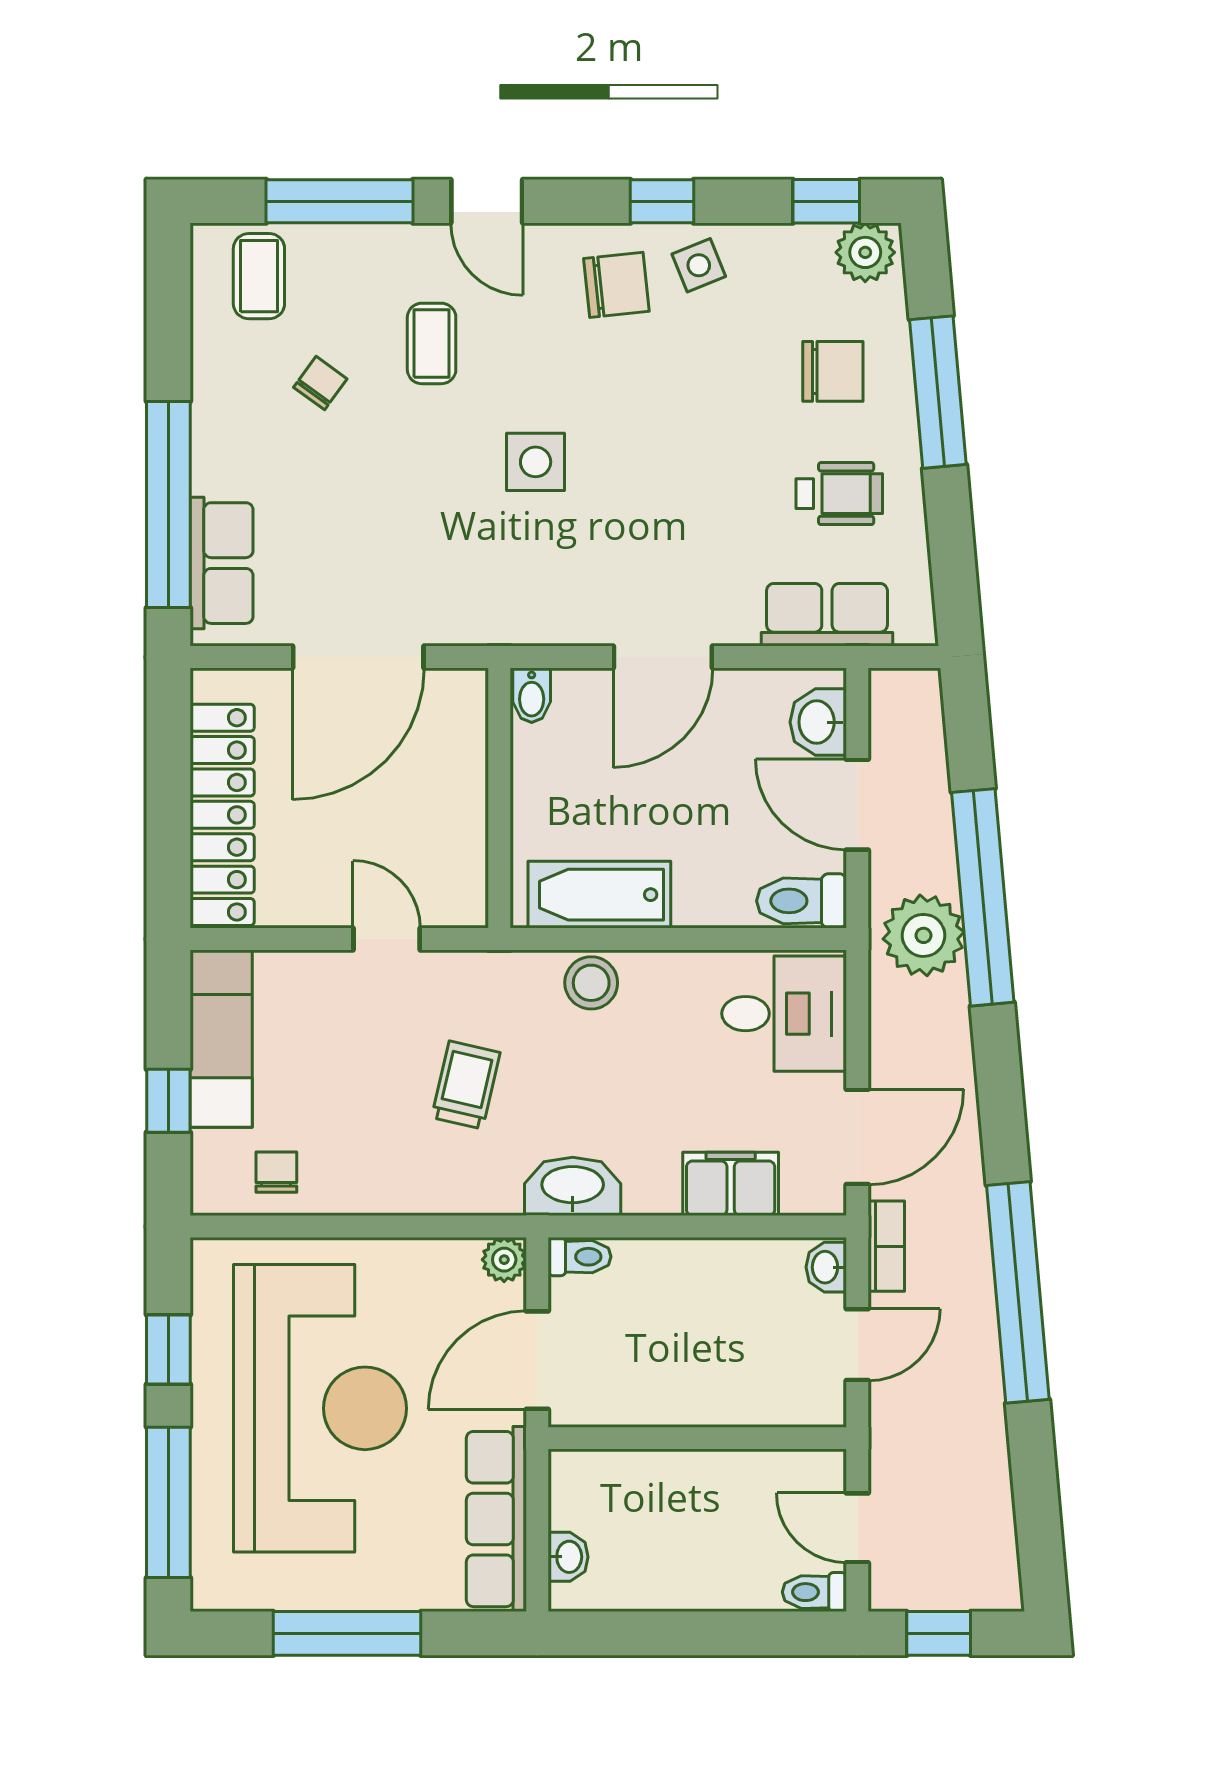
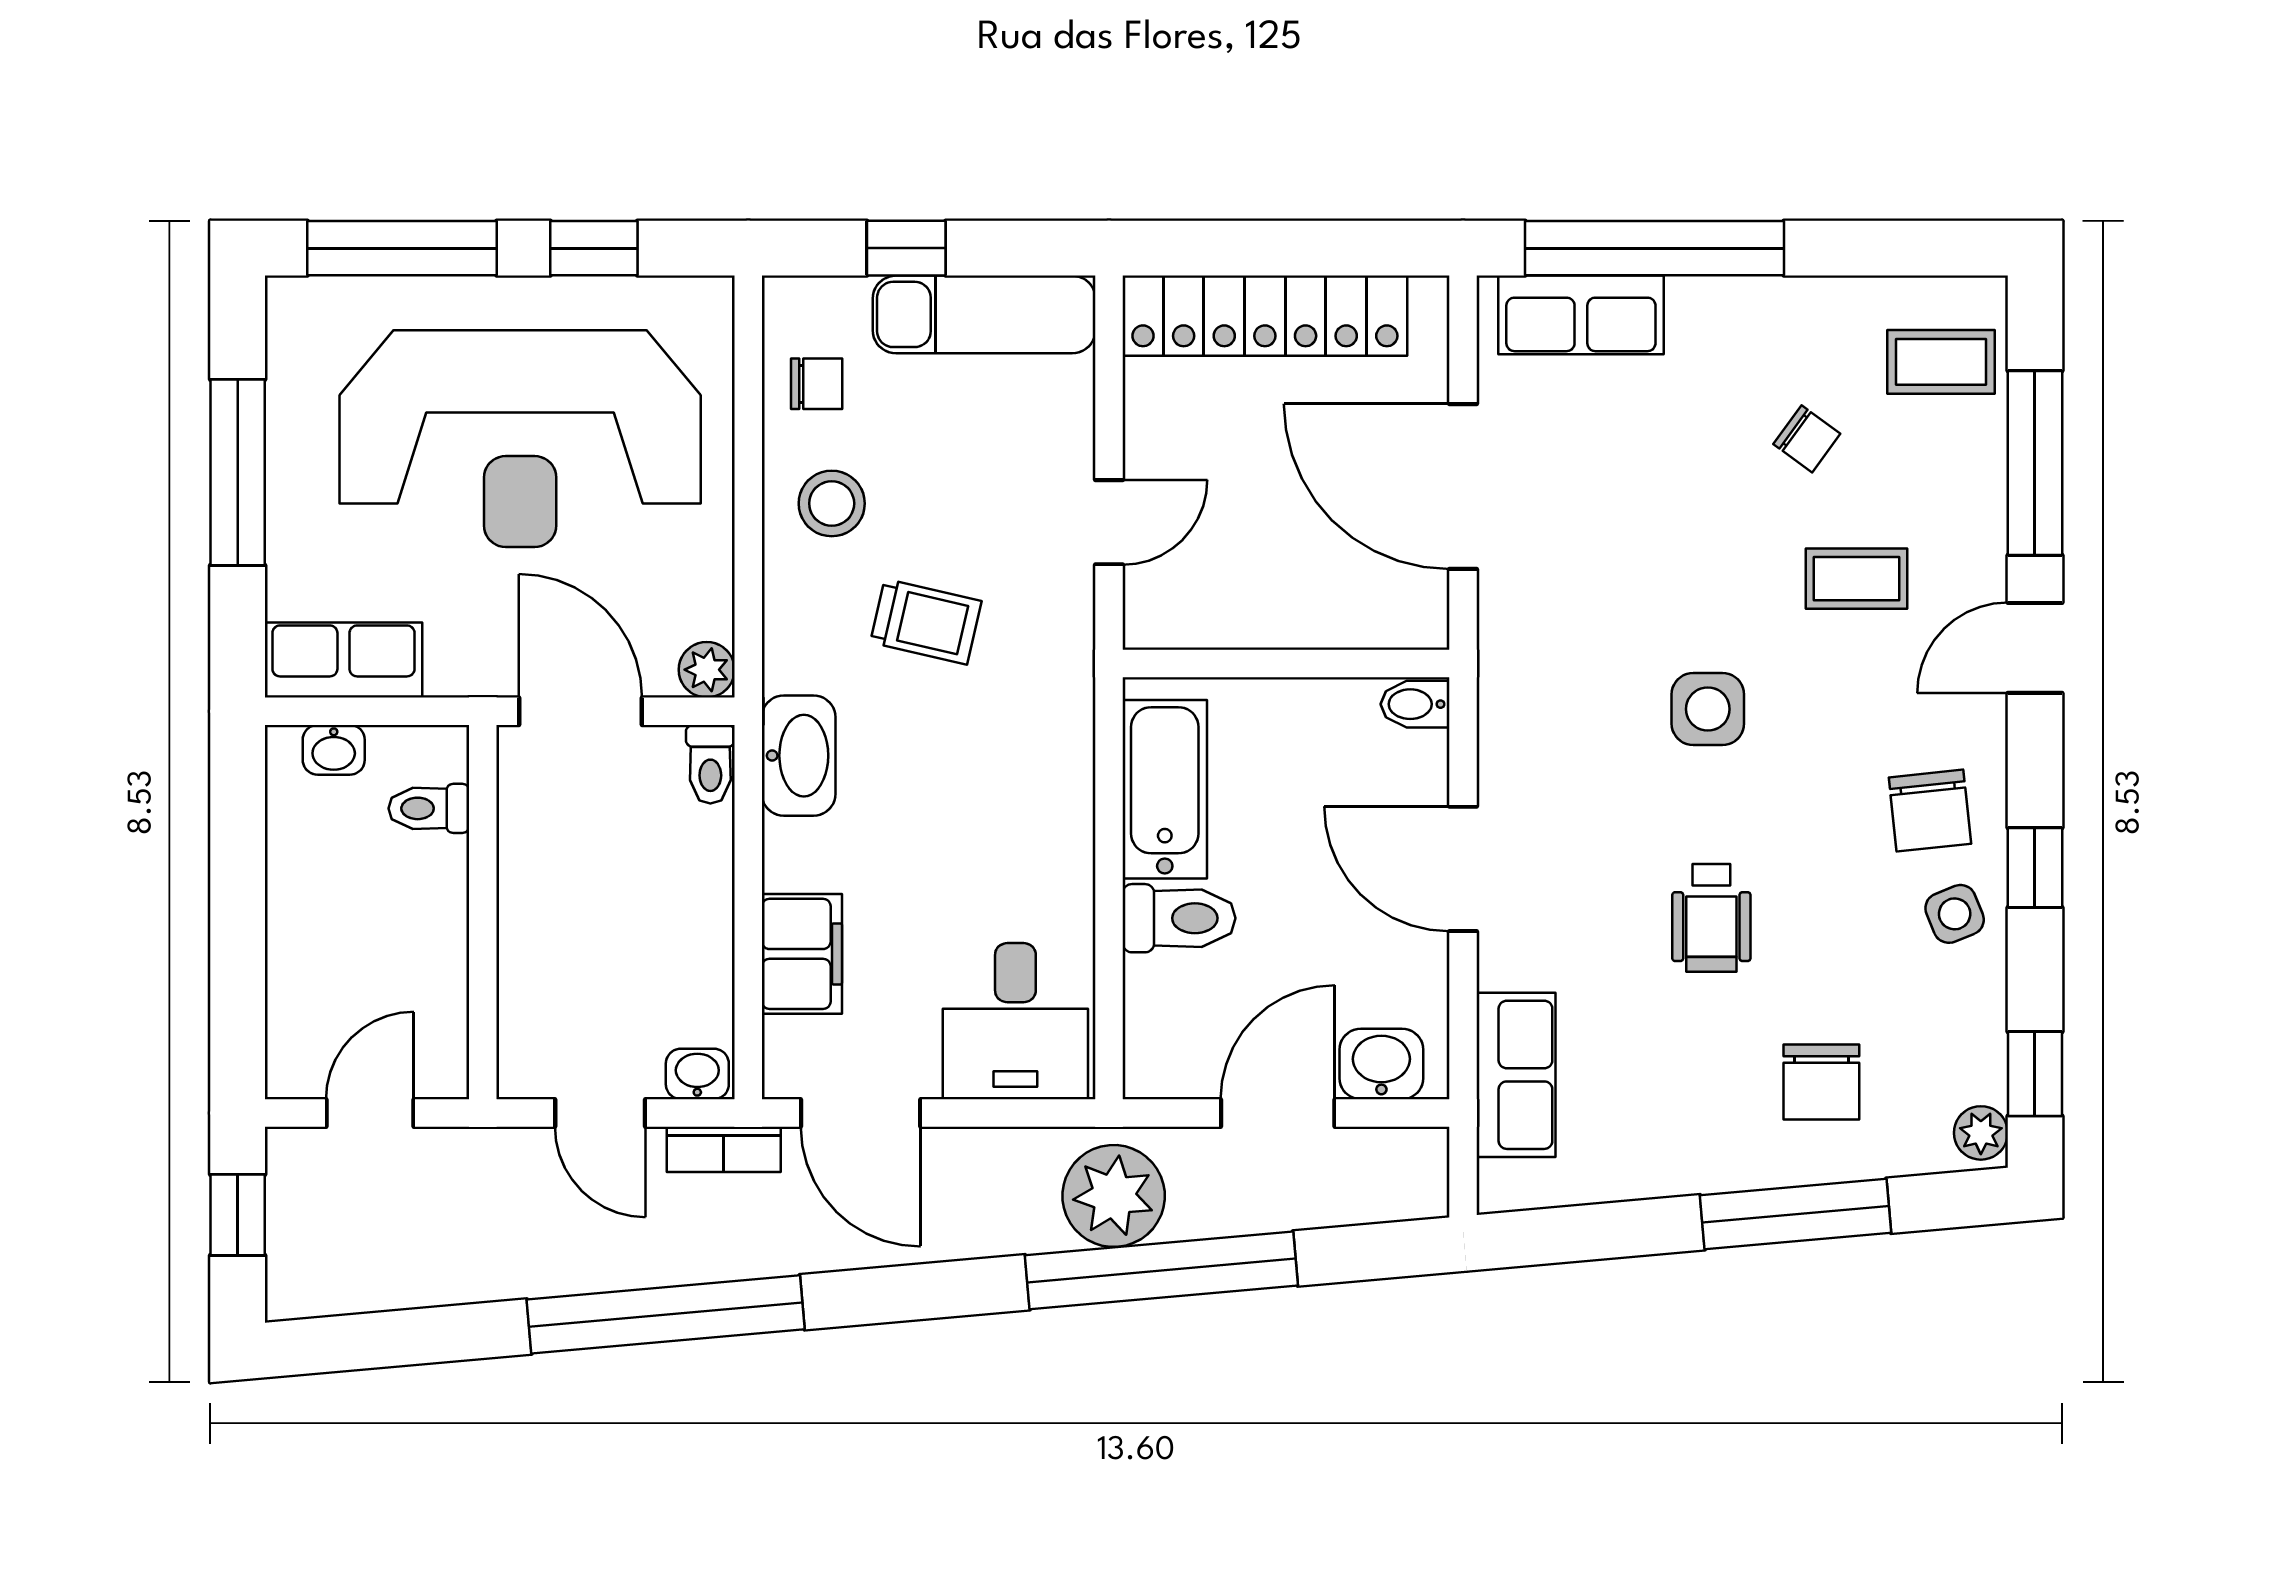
plant: (865, 252) -> (1981, 1133), width x0.73, depth x0.73
wheelchair: (839, 494) -> (1711, 918), moved
toilet: (802, 901) -> (1179, 918), moved, turned 90
stool: (591, 983) -> (832, 503), moved
row of seats: (496, 1519) -> (343, 660), width x0.68
toilet: (814, 1592) -> (429, 808), moved, turned -90

